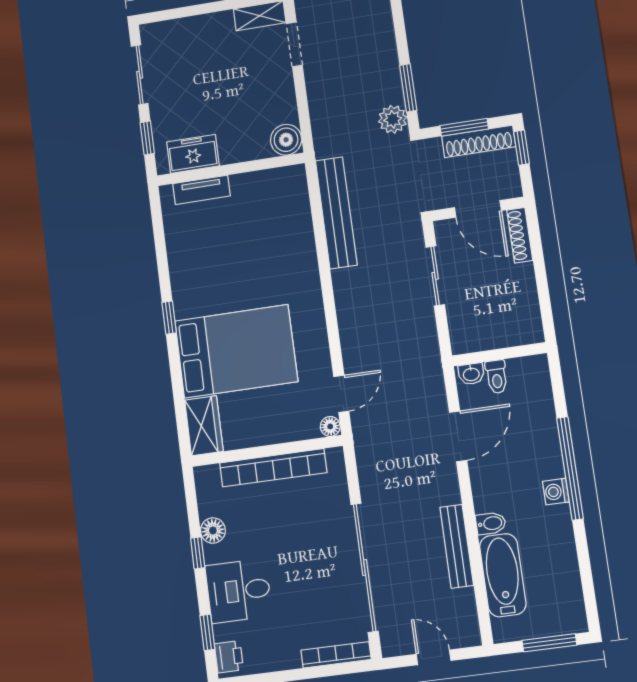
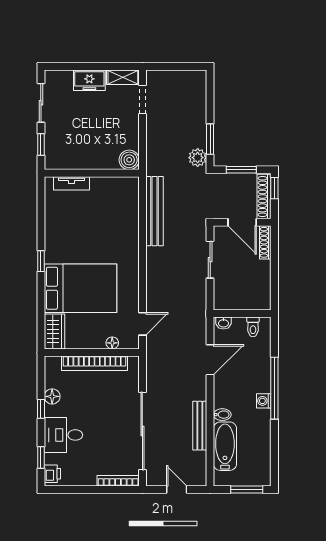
shoe rack: (479, 141) -> (264, 196), moved, turned 90
freezer: (193, 154) -> (89, 80), moved, turned 180
toilet: (497, 377) -> (253, 327), moved
floor lamp: (330, 426) -> (112, 343), moved

